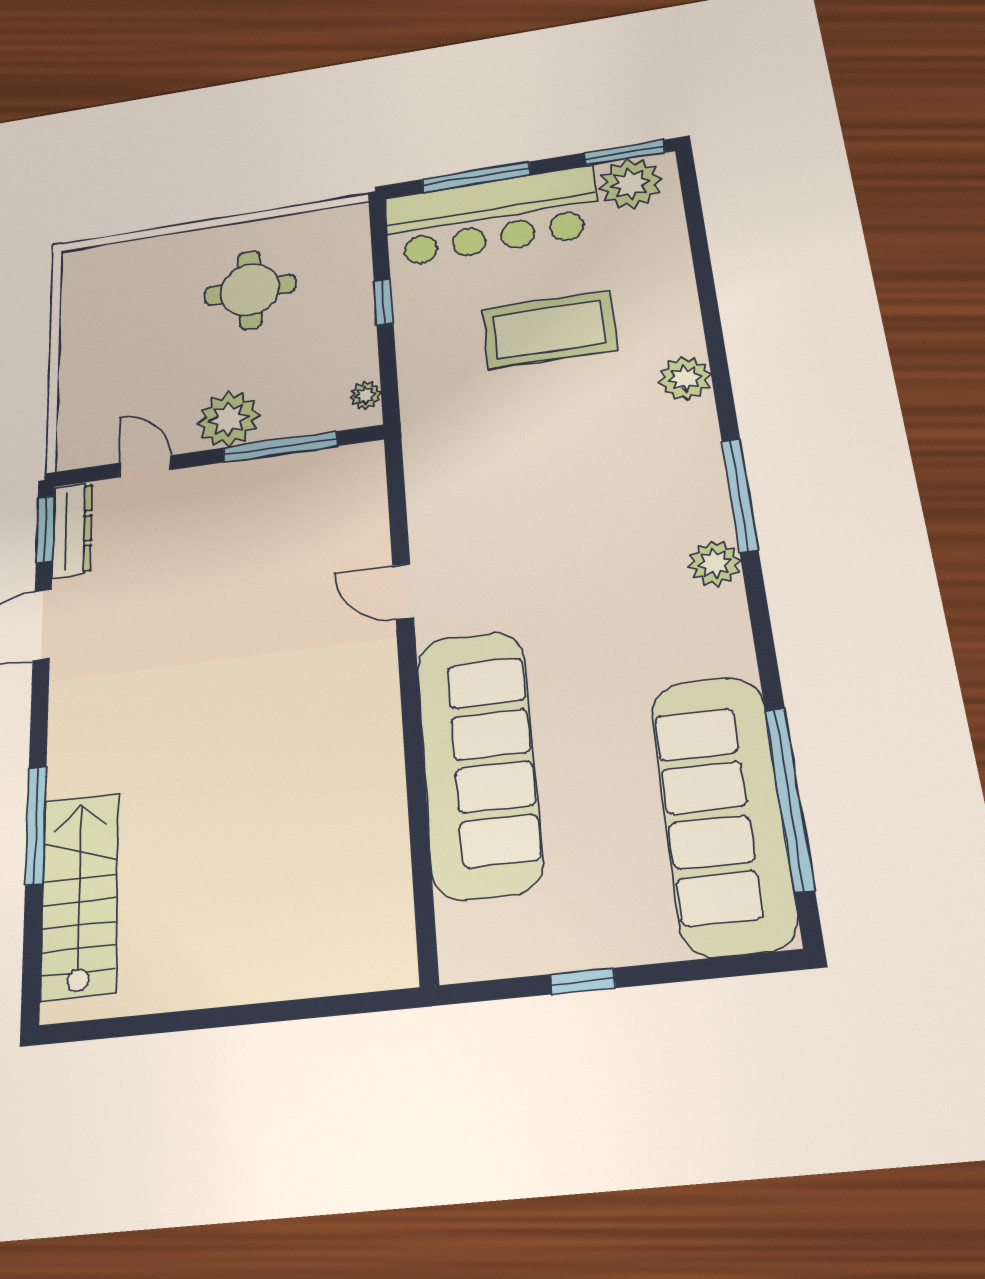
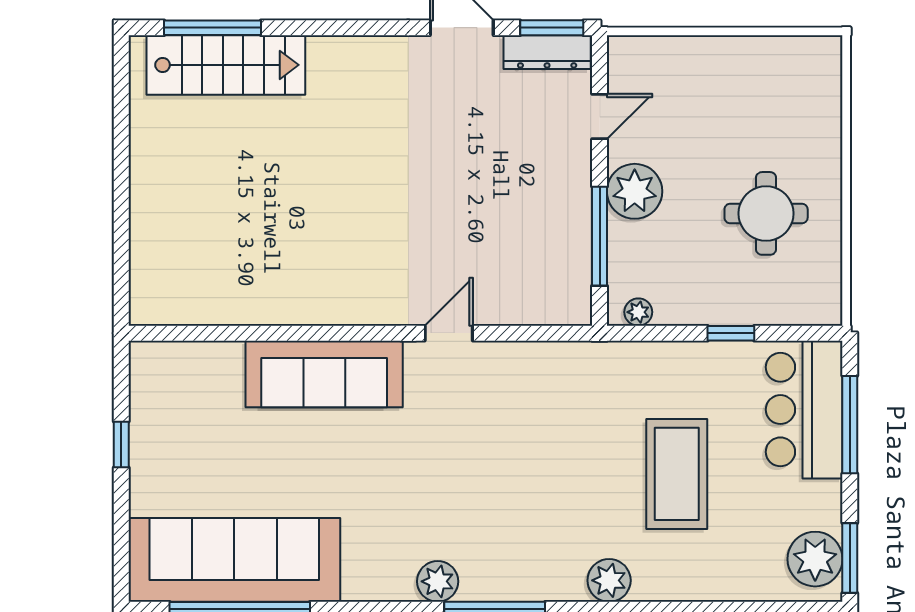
bar counter: (491, 216) -> (804, 410), width x0.73
sofa: (479, 762) -> (324, 374), width x0.74, depth x0.79
window: (36, 825) -> (212, 28), moved

